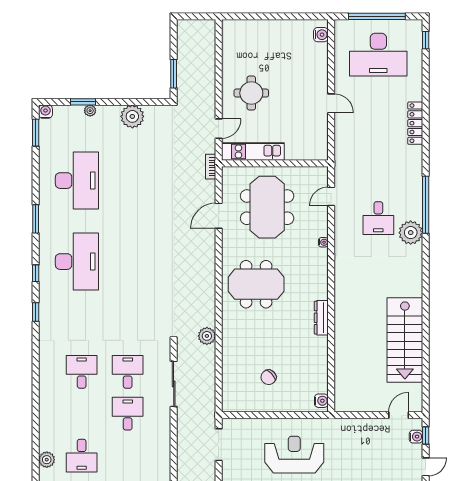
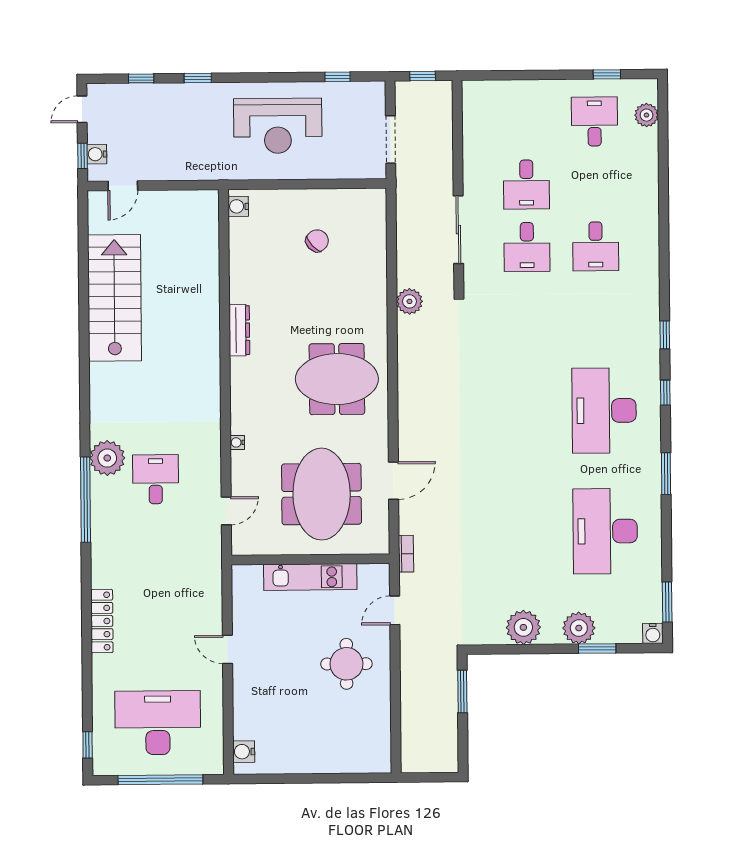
plant: (90, 111) -> (579, 628), width x1.87, depth x1.87
kitchen unit: (253, 151) -> (310, 577), moved

